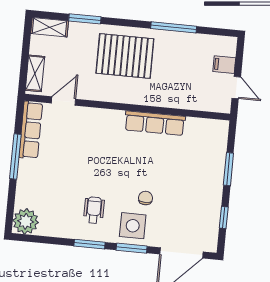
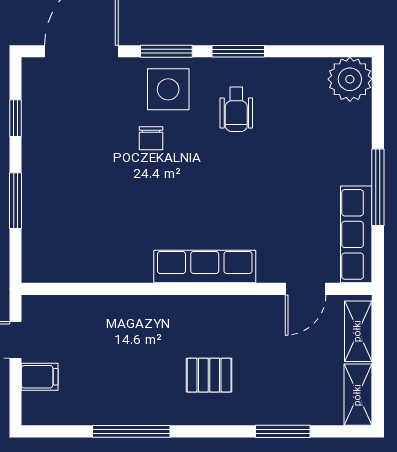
shelving: (50, 27) -> (358, 395), moved, turned 90
pallet: (125, 56) -> (209, 375), width x0.49, depth x0.50
row of seats: (155, 123) -> (205, 266), moved

